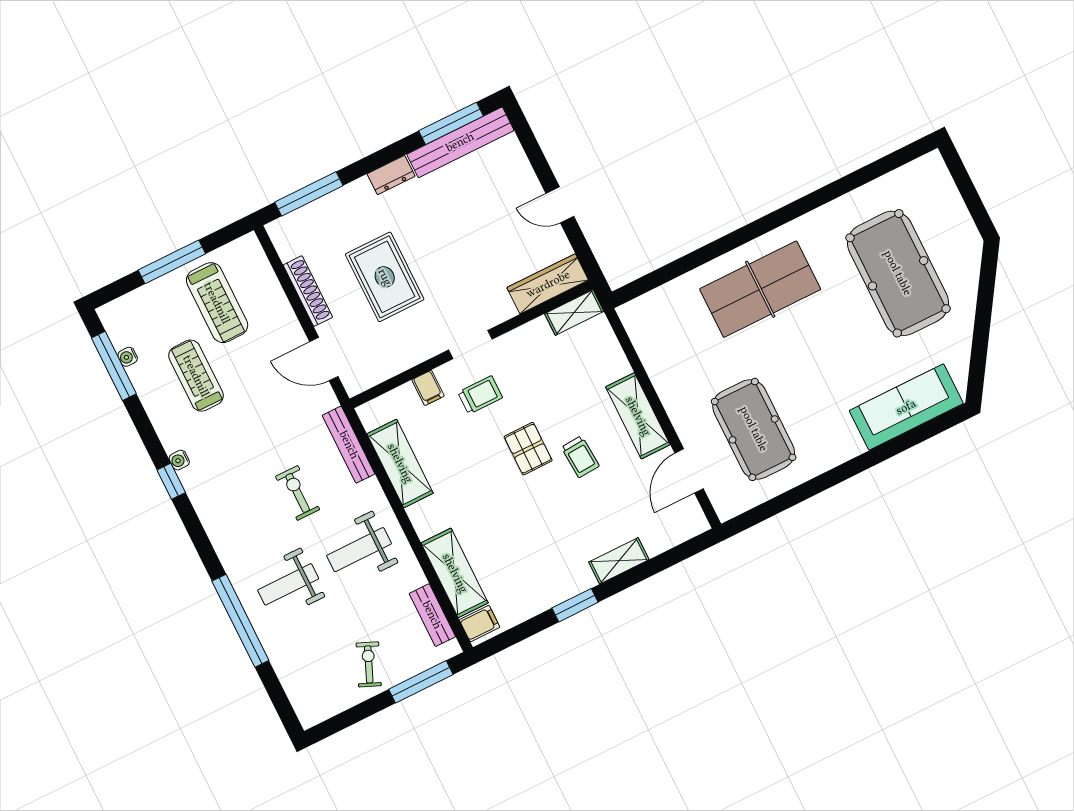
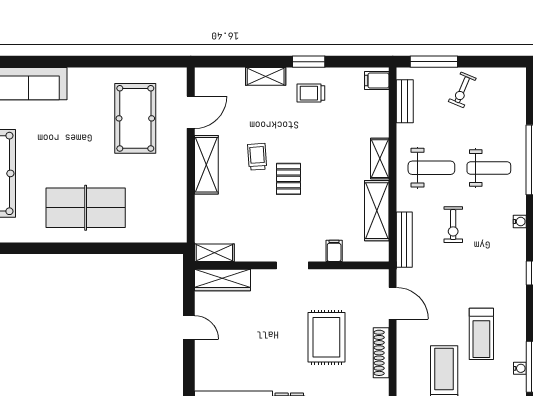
trolley: (480, 395) -> (311, 93), moved
water cooler: (179, 460) -> (520, 222), moved
shelving: (455, 573) -> (380, 159), moved, width x0.67, depth x0.75

